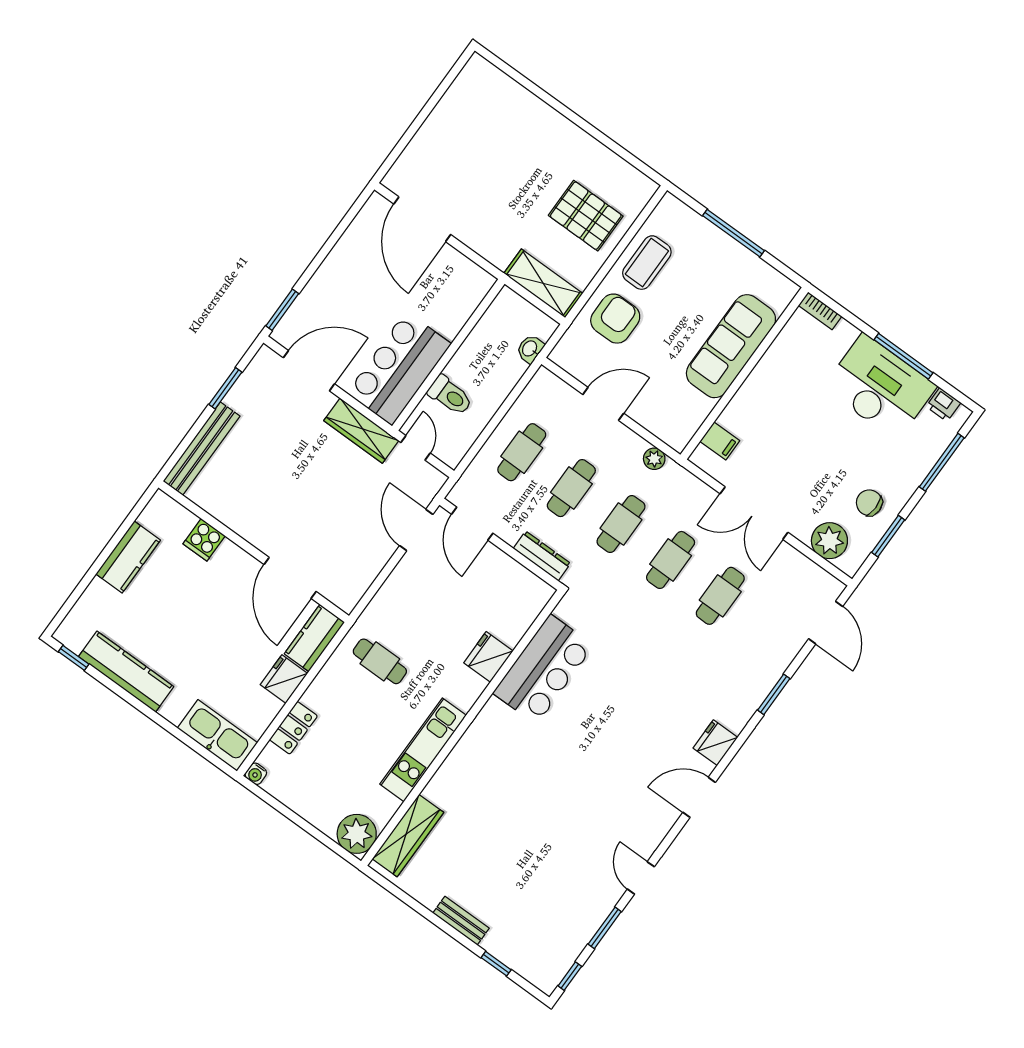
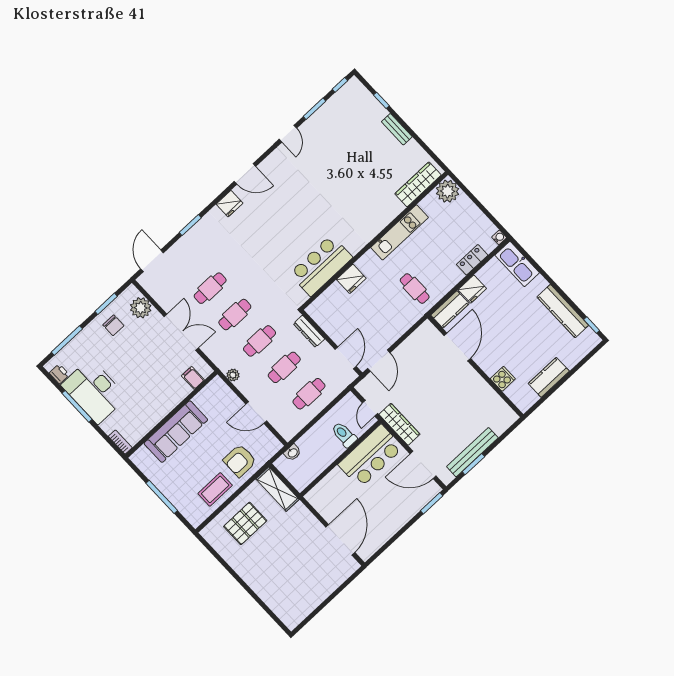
pallet: (586, 216) -> (245, 523), turned 90
bench: (201, 449) -> (472, 452), moved

